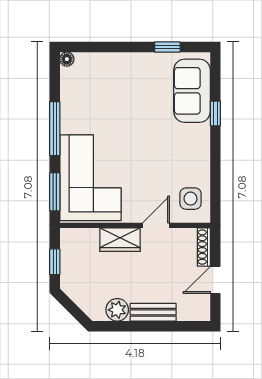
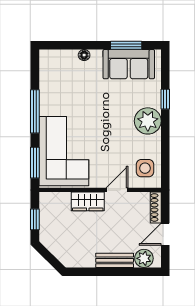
window: (167, 47) -> (126, 45), width x1.50
floor lamp: (67, 59) -> (84, 55), moved
sofa: (192, 91) -> (129, 64), moved, turned -90
plant: (194, 140) -> (148, 121), added
plant: (117, 310) -> (144, 258), moved

